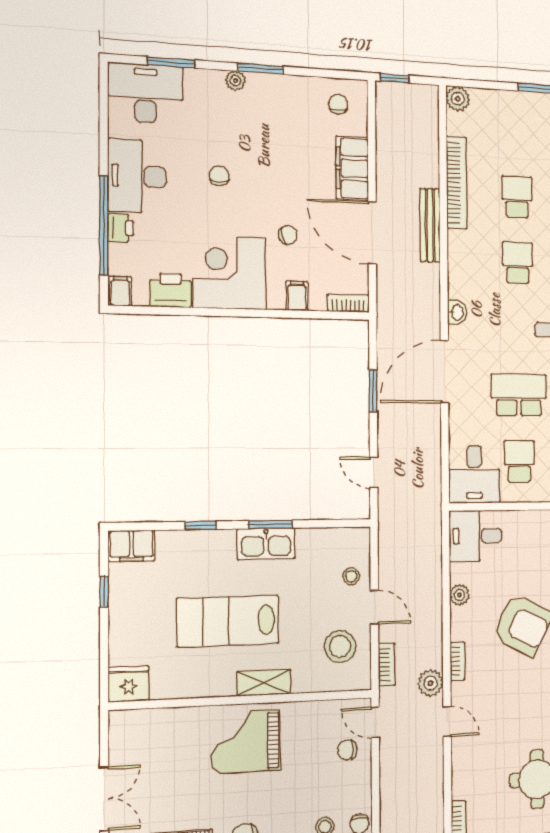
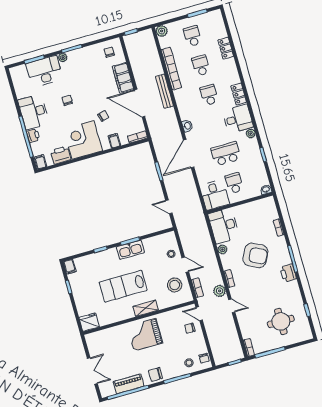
desk: (146, 93) -> (44, 71), moved
school desk: (516, 131) -> (193, 36), added
desk: (475, 536) -> (224, 226), width x1.37
filing cabinet: (131, 546) -> (70, 267), width x0.50

